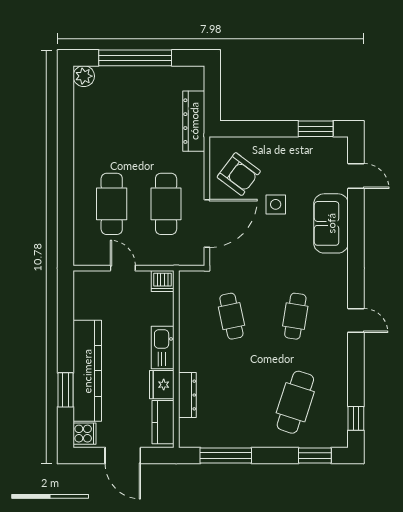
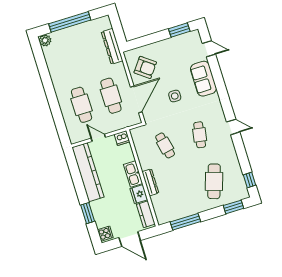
side table: (276, 204) -> (175, 96), moved
kitchen counter: (87, 371) -> (88, 172), moved
dresser: (187, 395) -> (150, 182), moved

